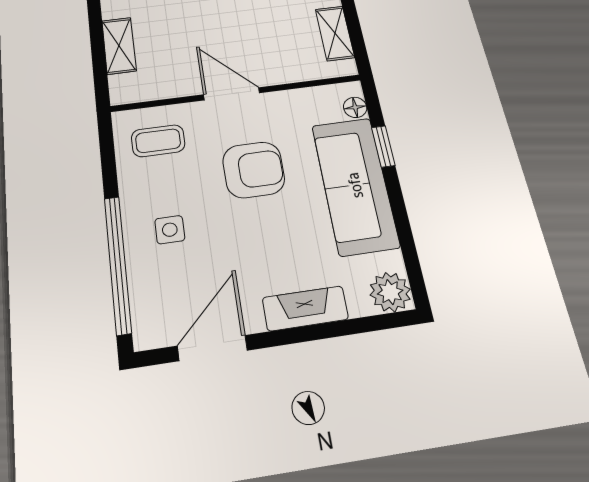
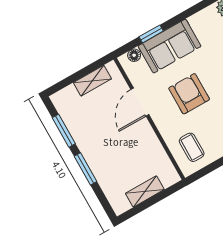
door: (232, 94) -> (140, 102), moved
sofa: (355, 185) -> (170, 46), width x0.73

